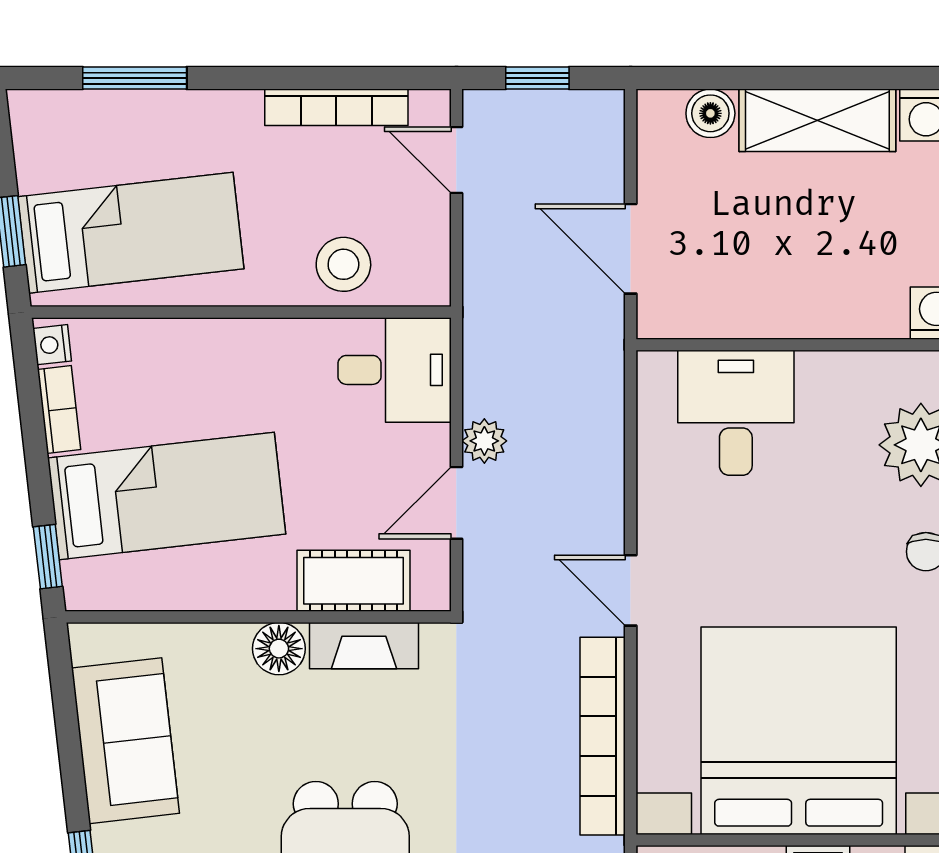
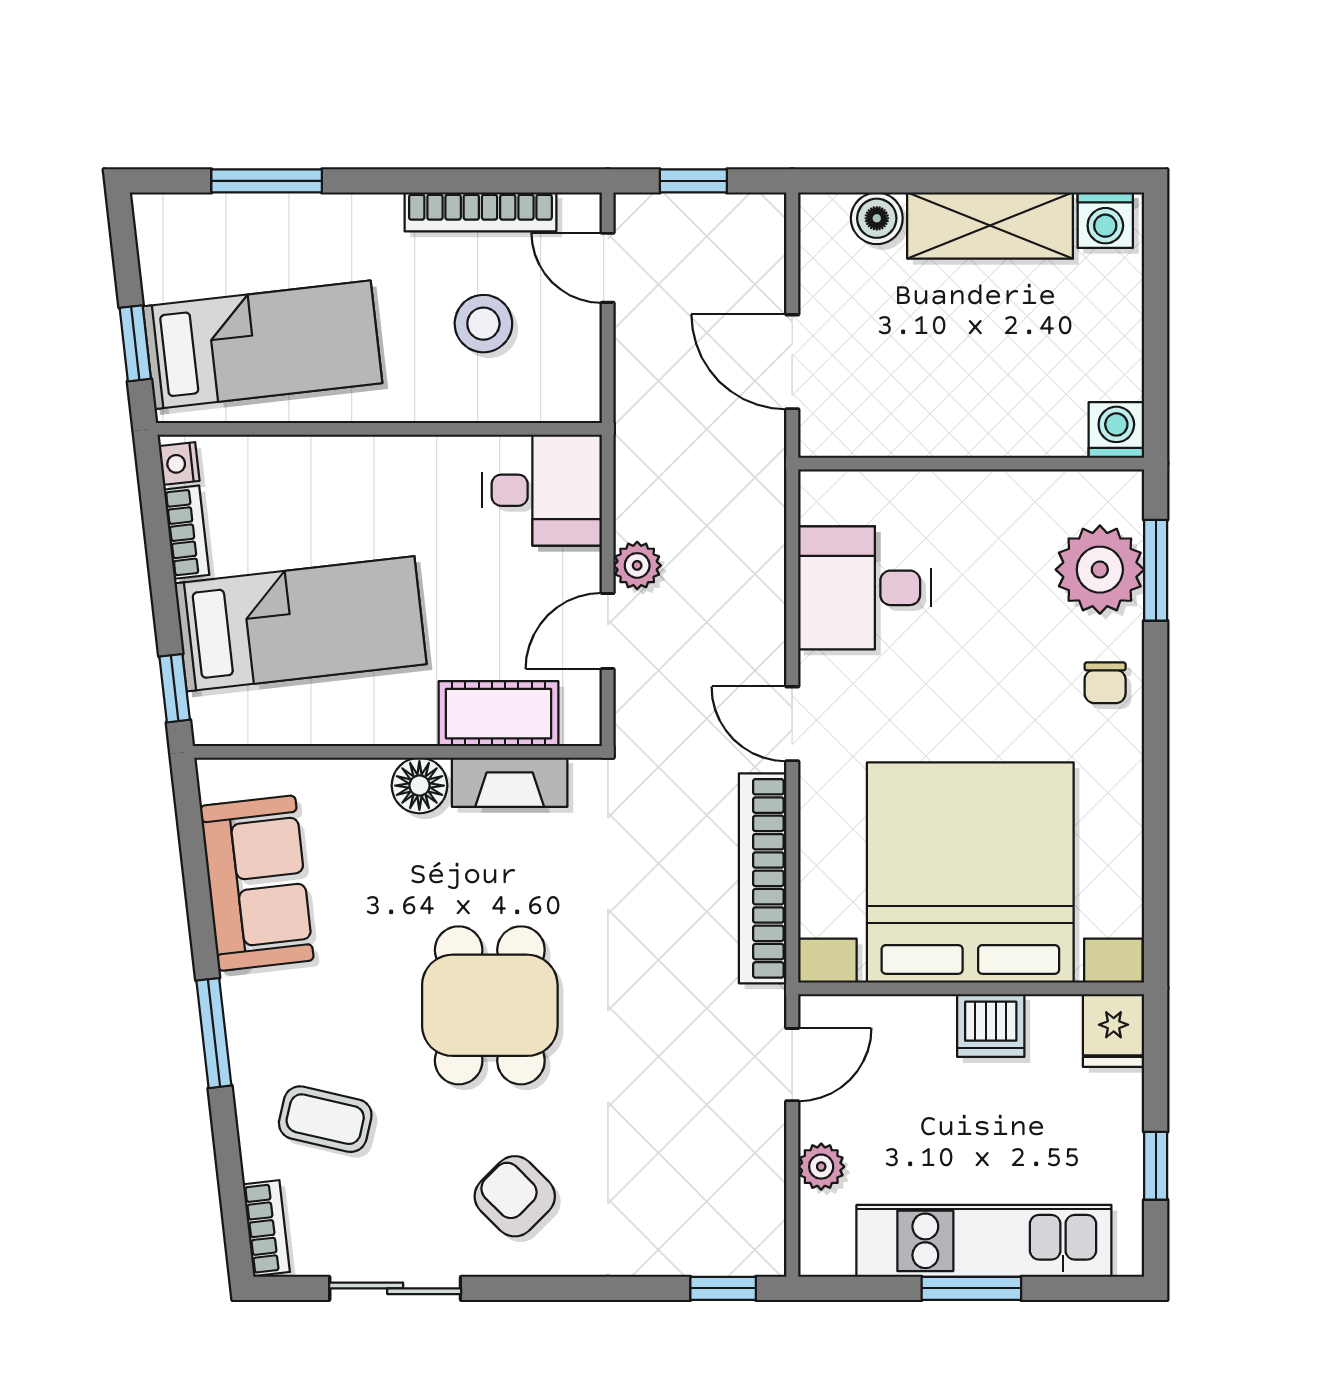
stool: (343, 264) -> (483, 324), moved
desk: (736, 413) -> (864, 588), moved, turned -90

